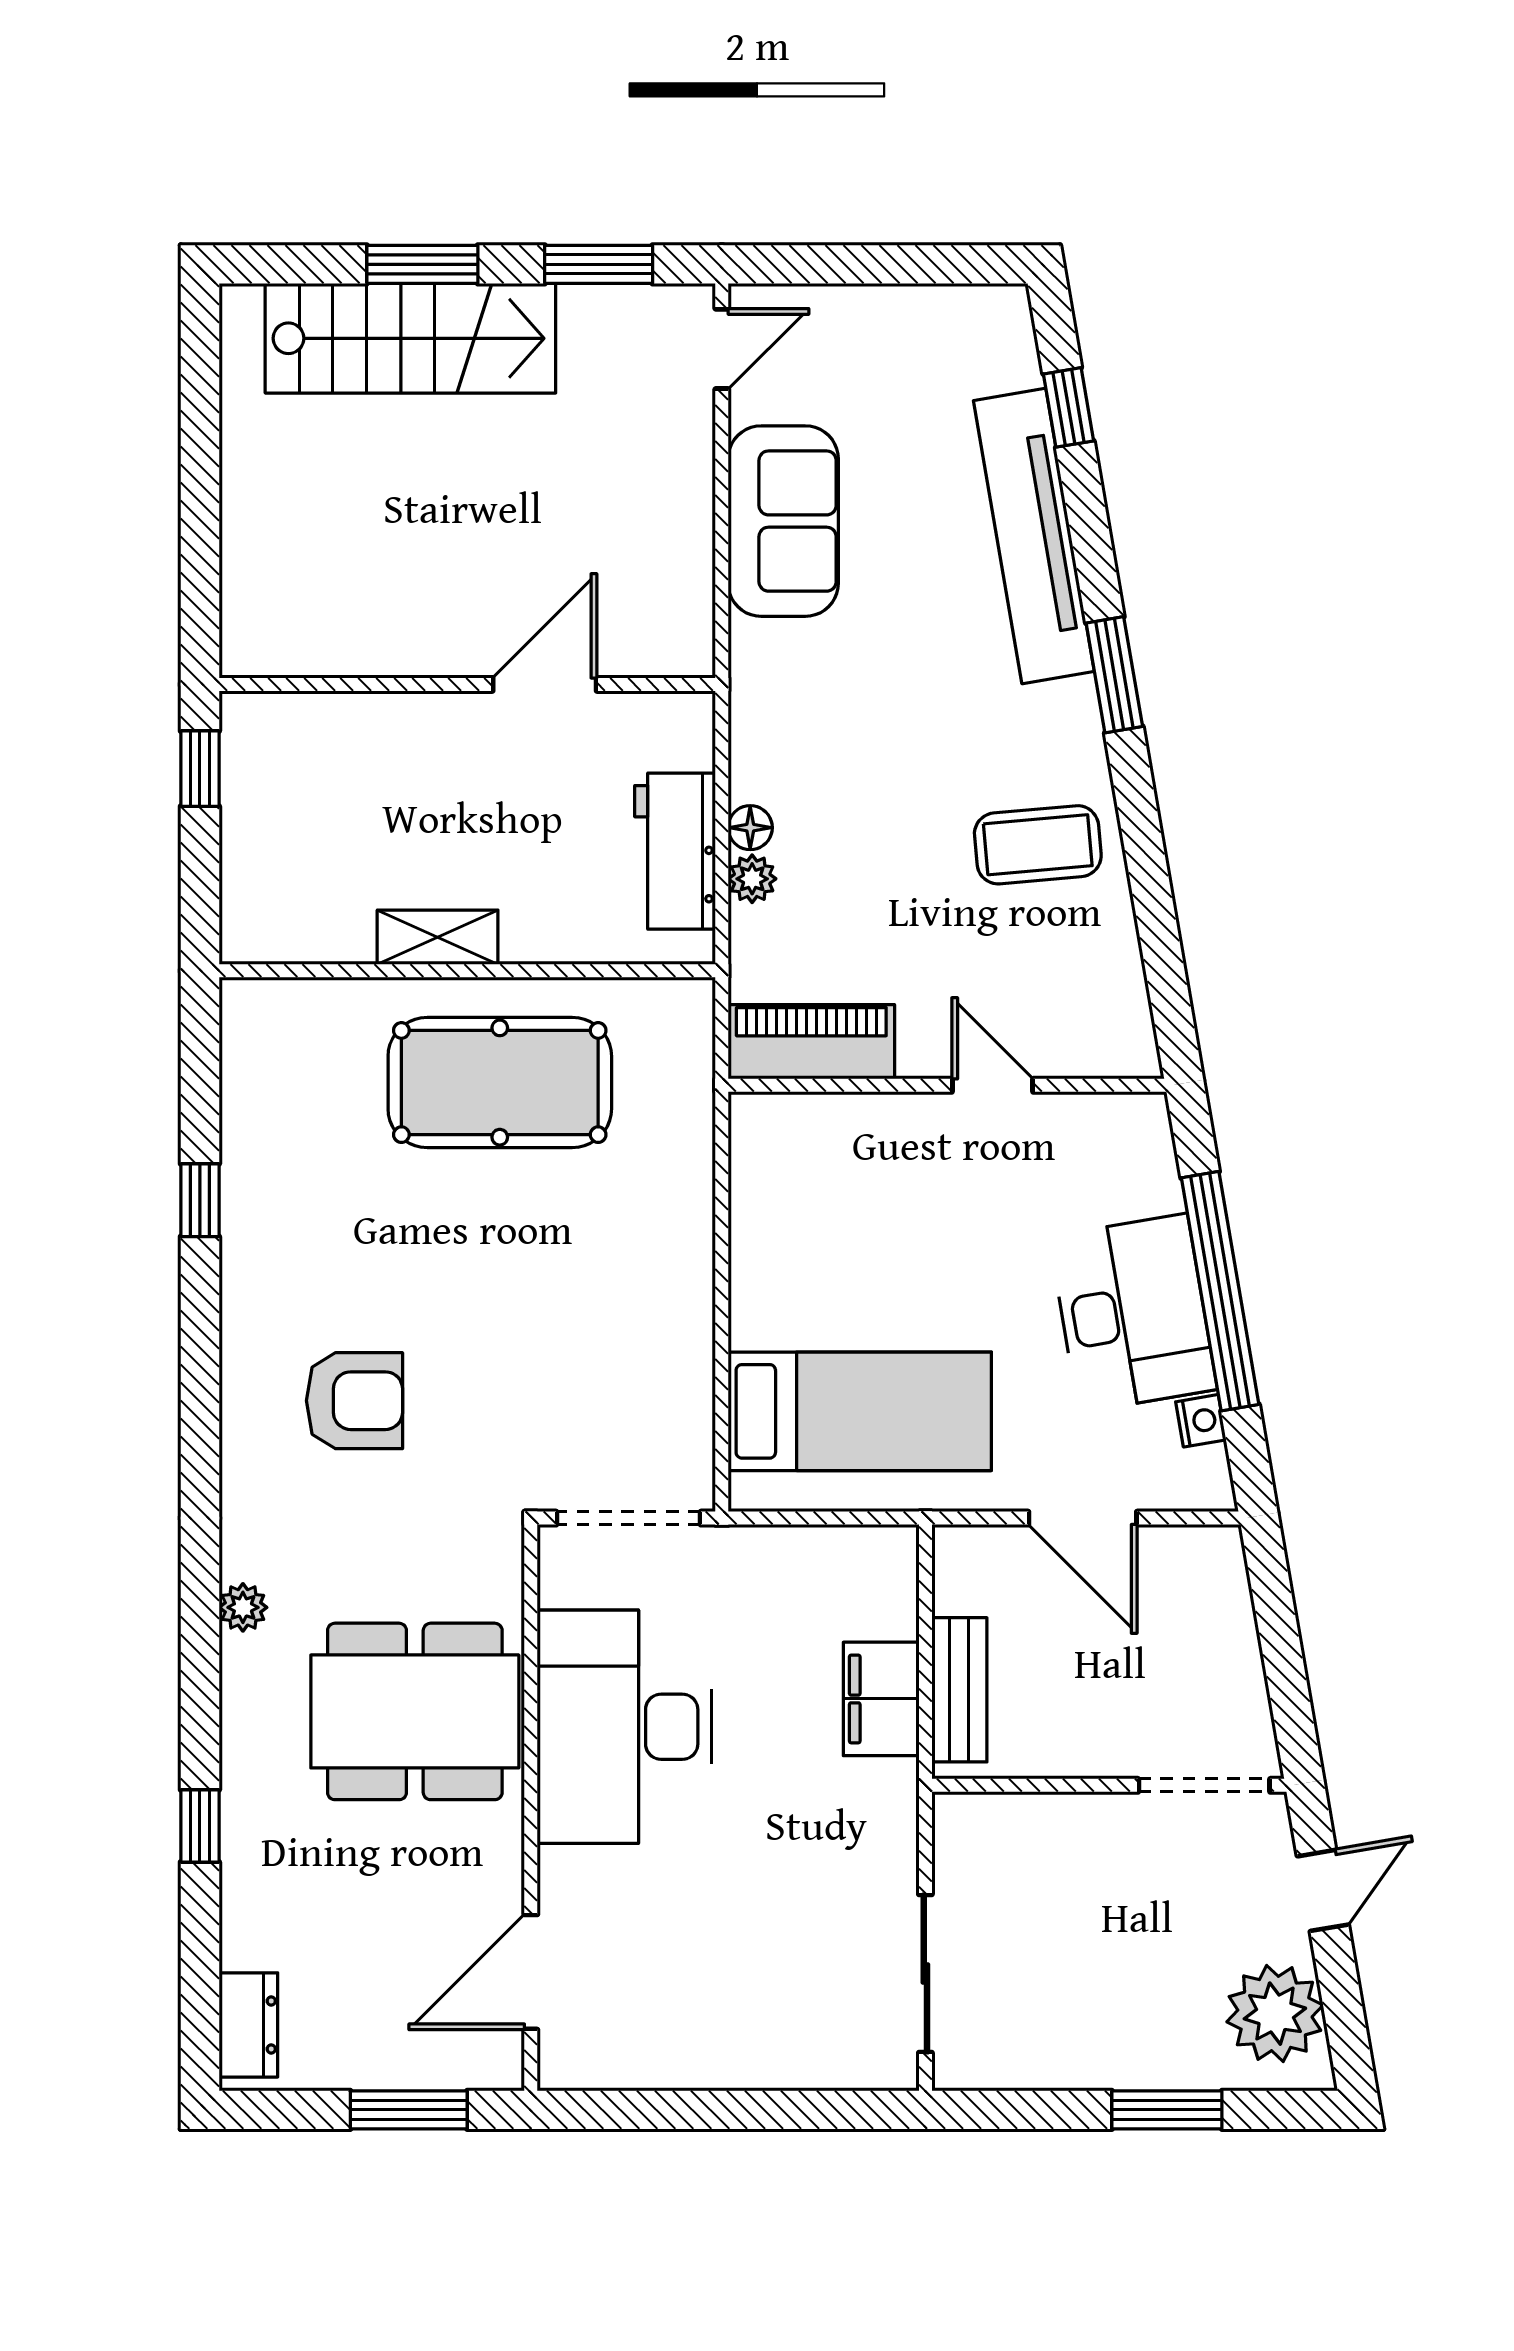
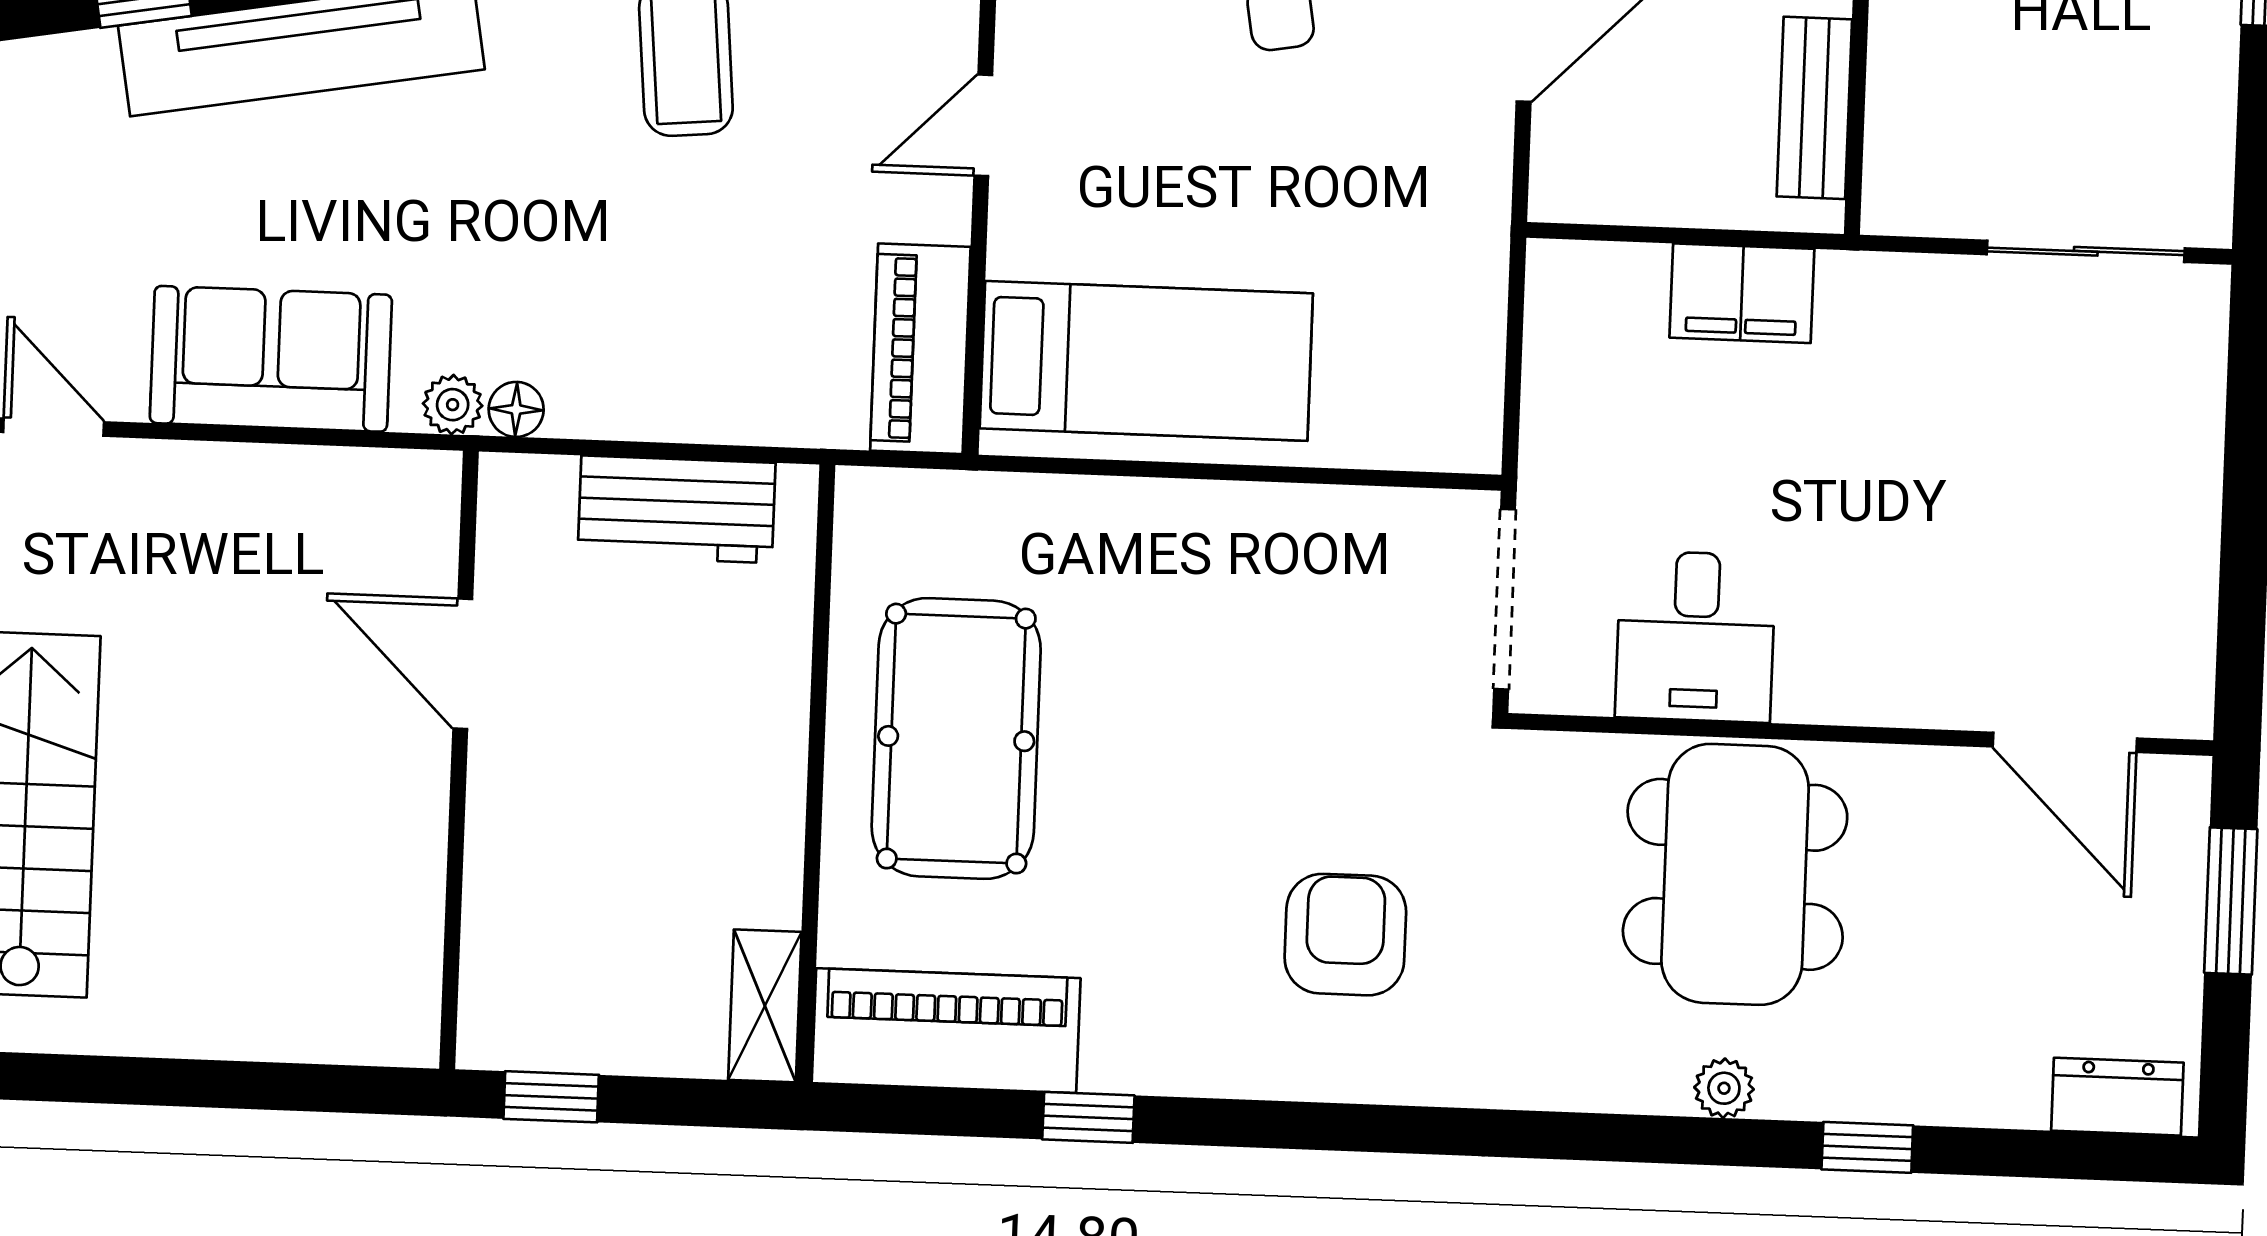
floor lamp: (750, 828) -> (516, 409), moved
plant: (752, 879) -> (453, 405), moved
shelving: (438, 937) -> (765, 1006), moved
piano: (265, 1083) -> (946, 1031), added
bed: (860, 1411) -> (1146, 361), moved, turned 90
plant: (243, 1607) -> (1724, 1088), moved
bench: (959, 1690) -> (1814, 108), moved, turned 90
desk: (625, 1727) -> (1696, 637), width x0.53, depth x0.77

